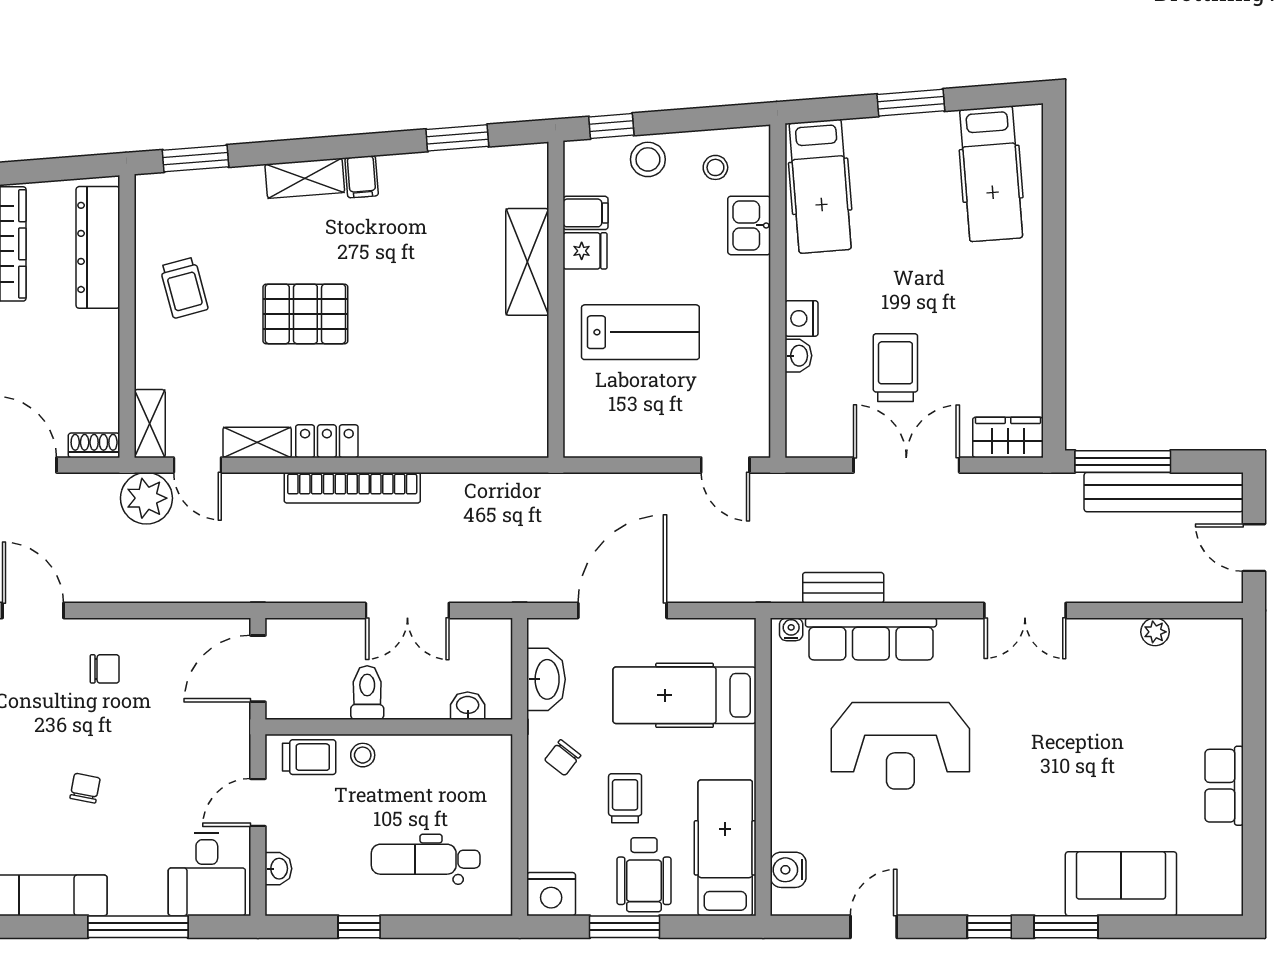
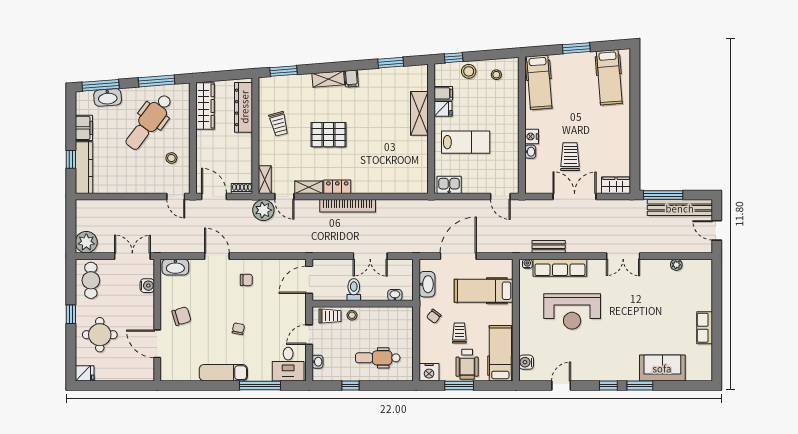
kitchen sink: (749, 225) -> (449, 185), moved, turned 90

